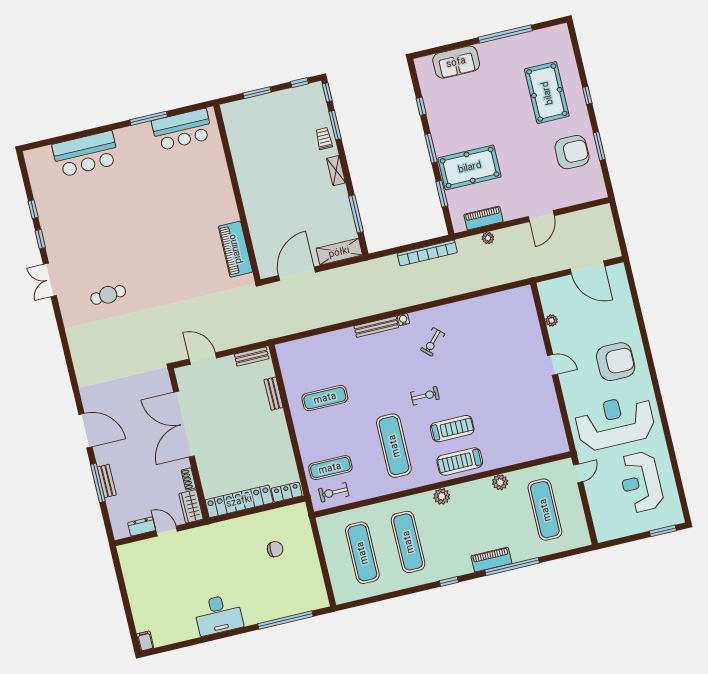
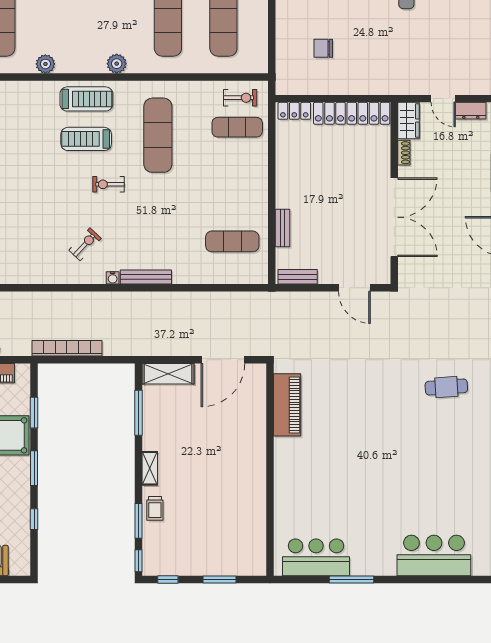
exercise mat: (325, 398) -> (232, 241), moved

